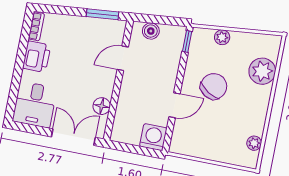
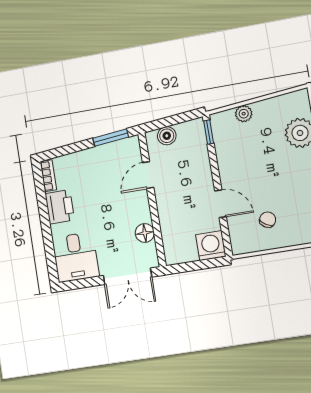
chair: (214, 86) -> (268, 220), moved, width x0.54, depth x0.54
door: (174, 105) -> (220, 204), hinge flipped
double door: (73, 137) -> (127, 276), swing flipped

